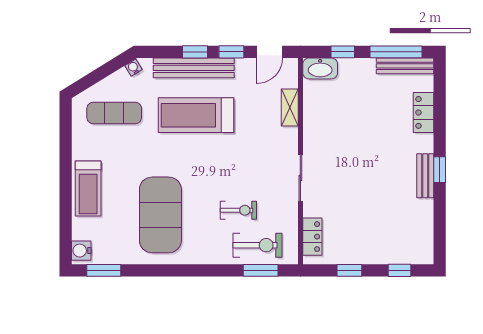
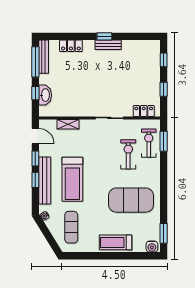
washbasin: (320, 68) -> (45, 95), moved
treadmill: (88, 189) -> (115, 242), turned 180
exercise bike: (238, 210) -> (128, 154), width x1.38, depth x1.39

